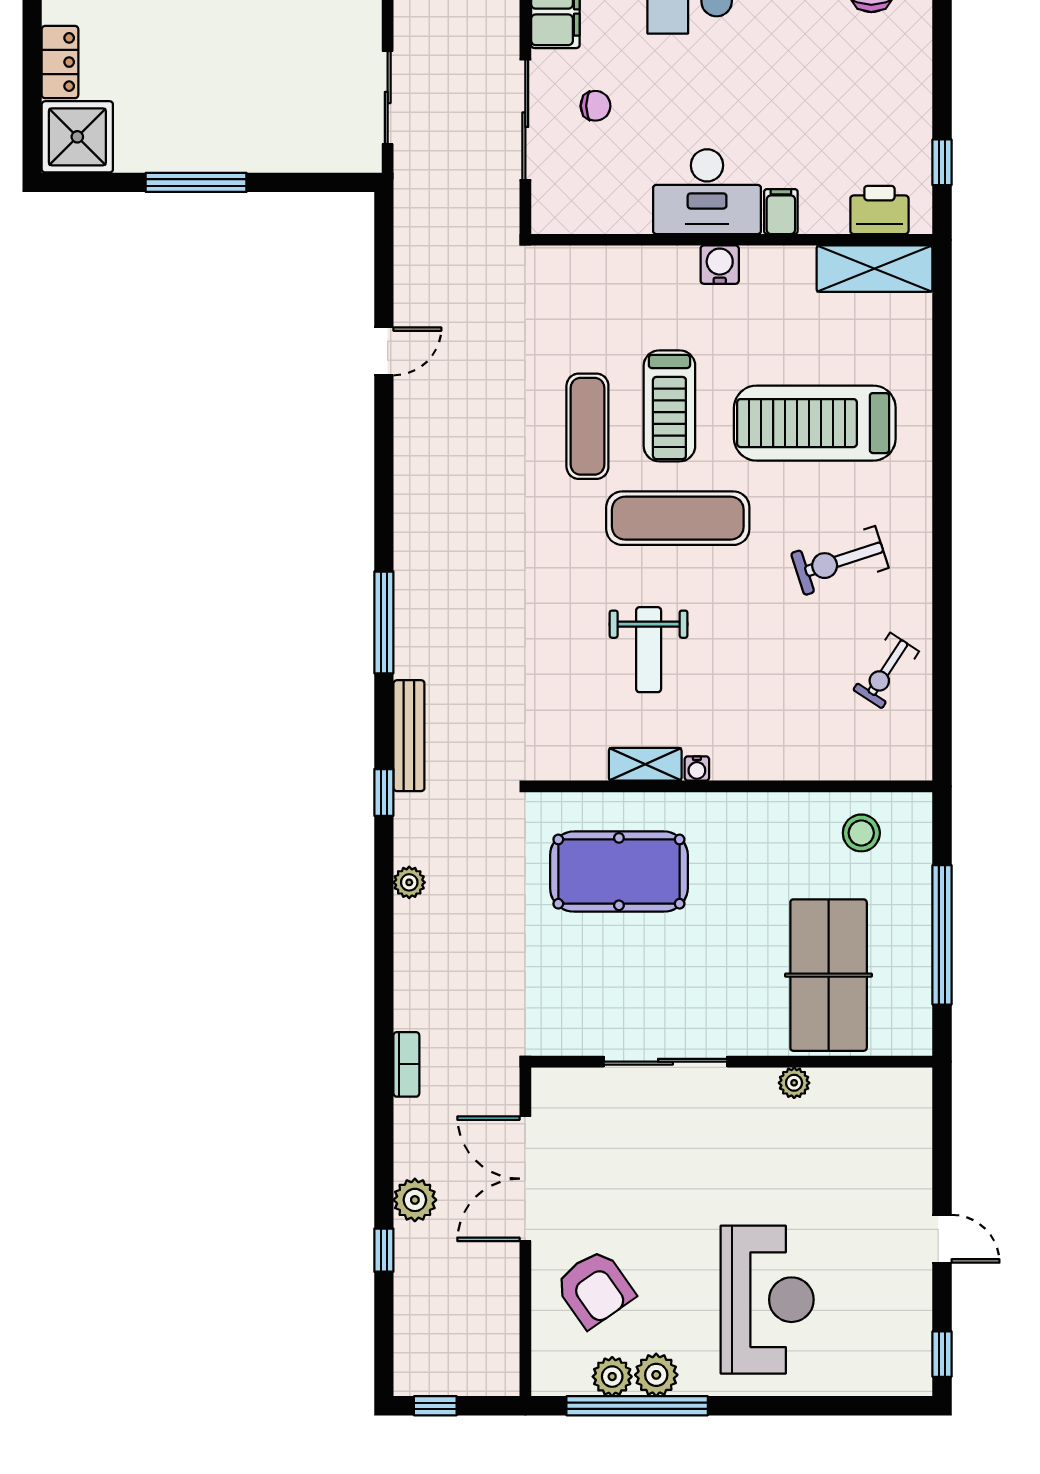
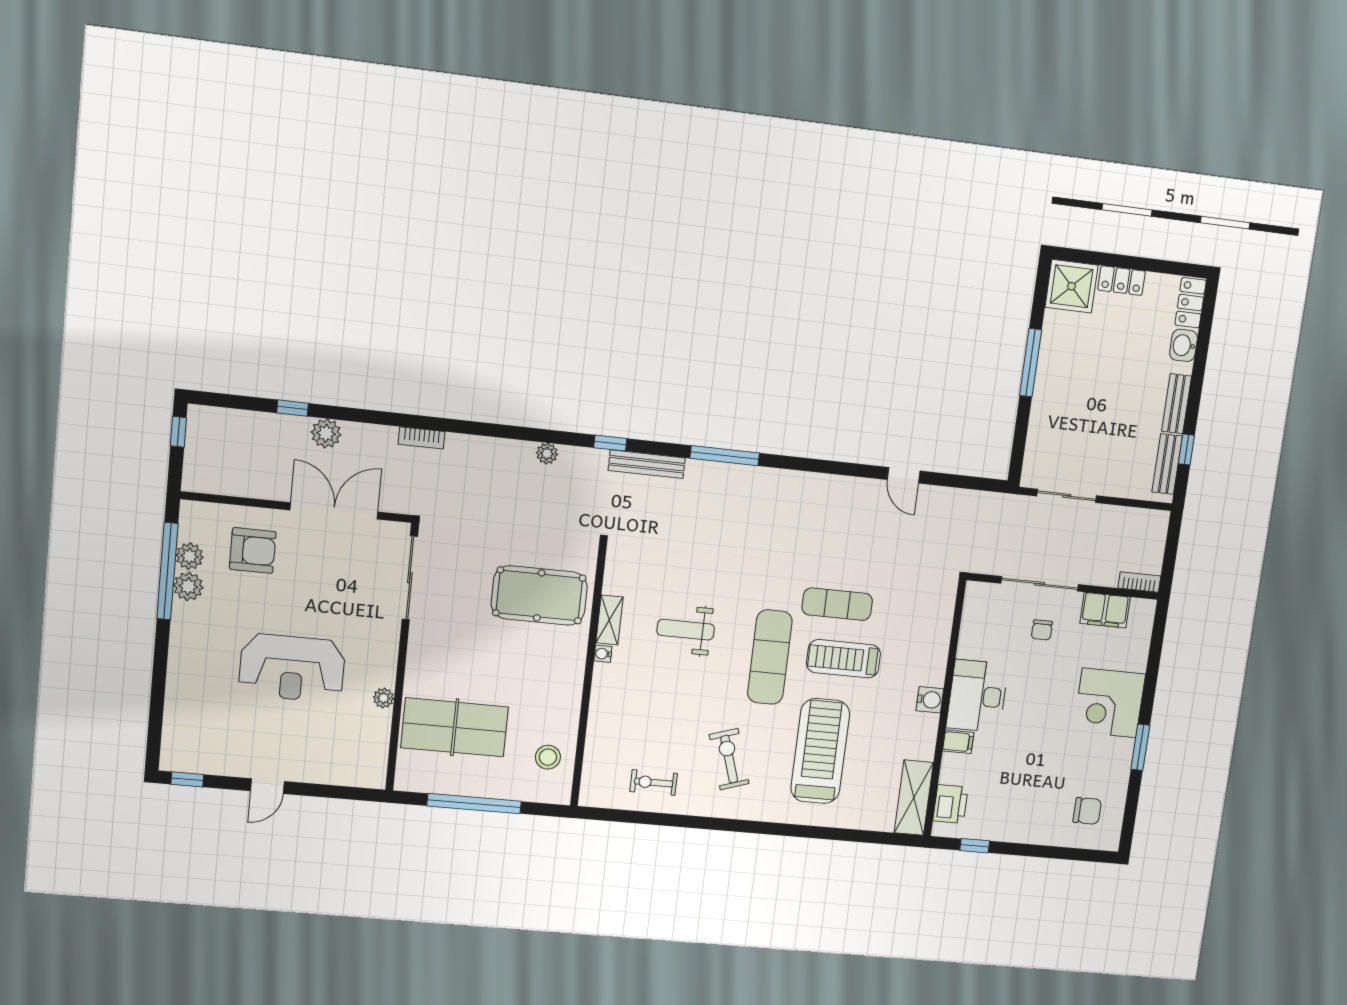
exercise bike: (886, 671) -> (654, 782), turned -33
pool table: (619, 872) -> (539, 595), turned 90
sliding door: (665, 1062) -> (410, 578), moved
armchair: (595, 1289) -> (253, 550), turned -145
reception desk: (767, 1300) -> (292, 668), moved

